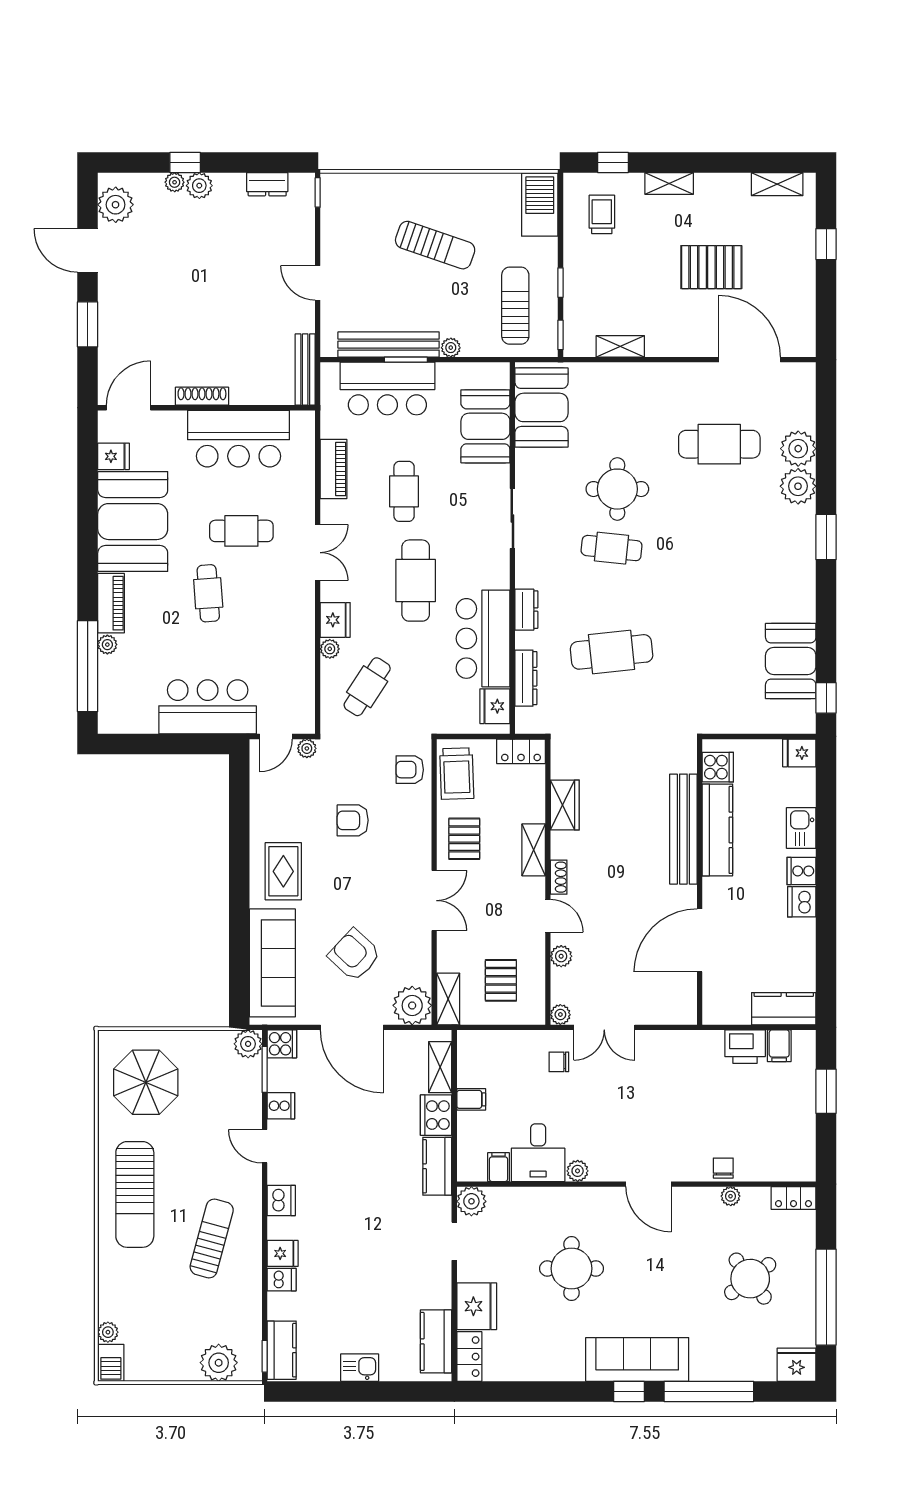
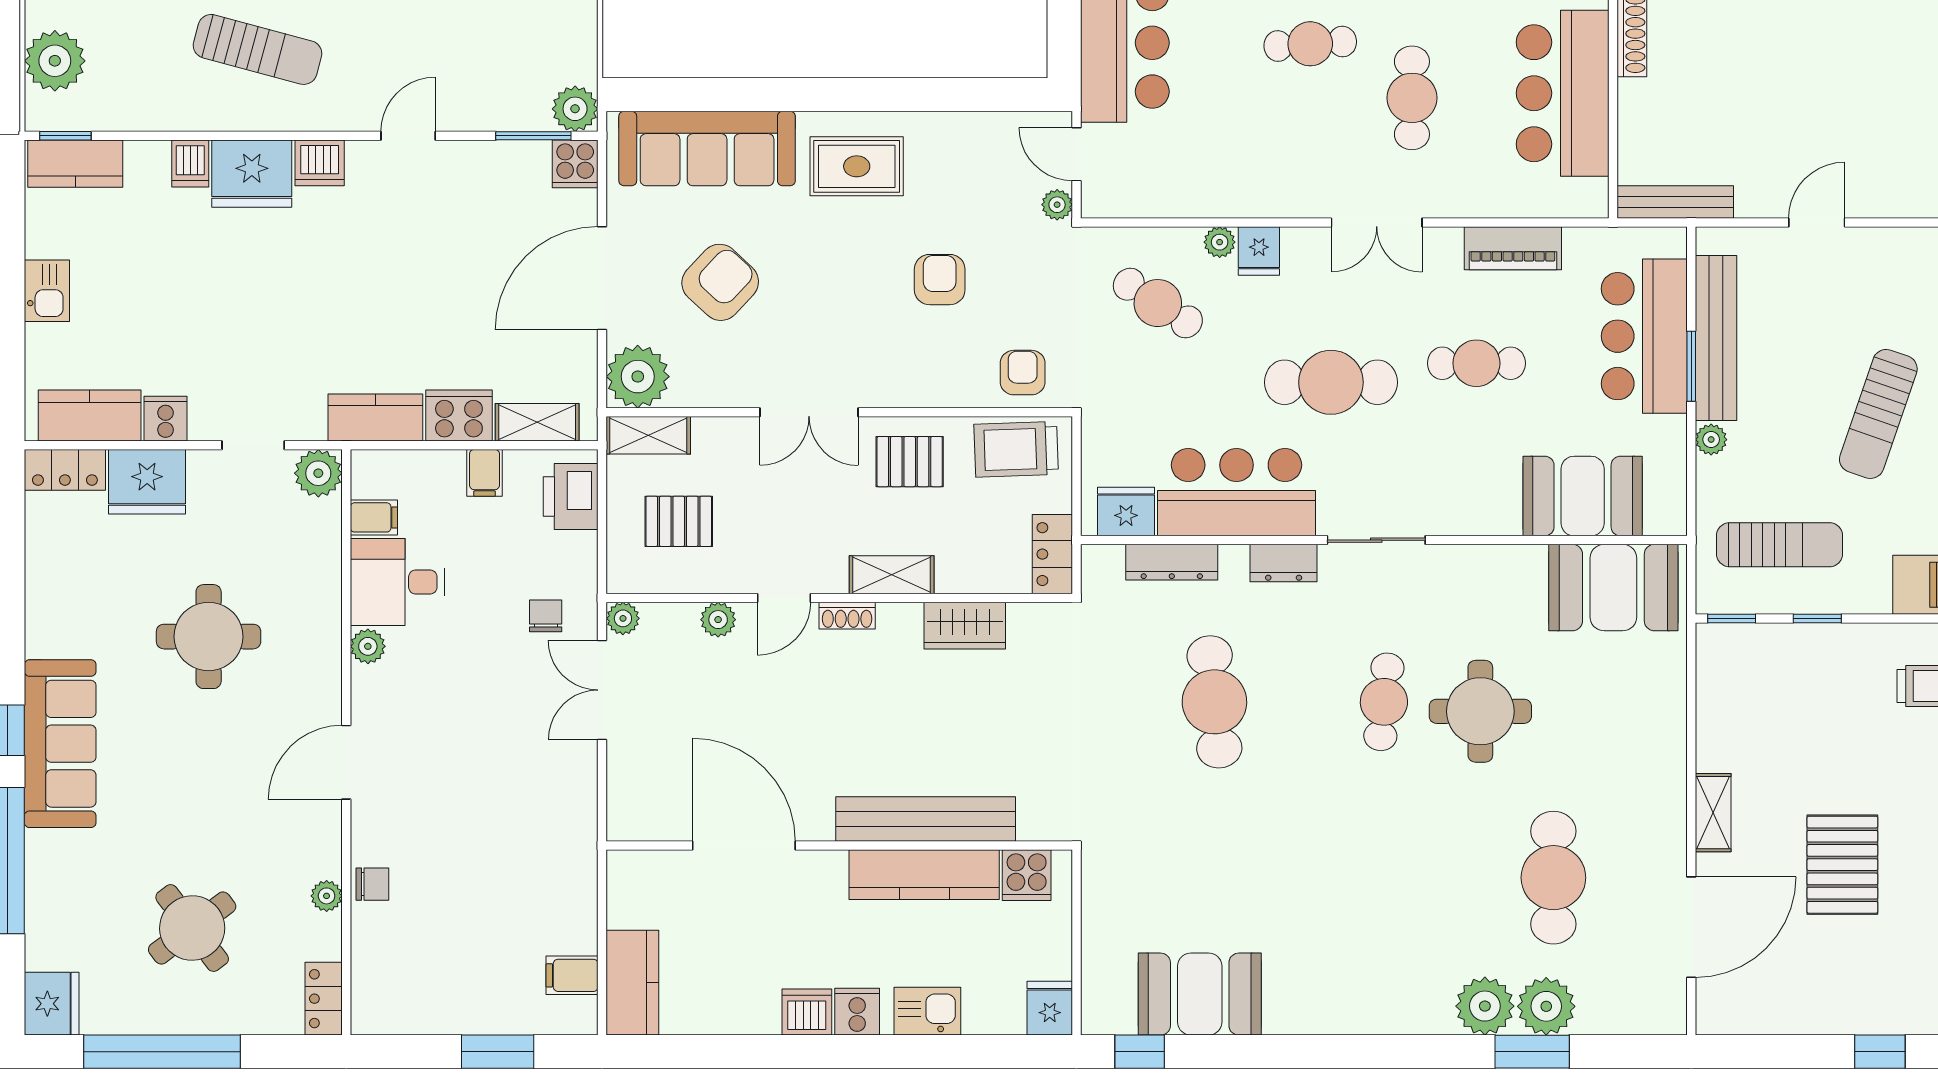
shelving: (620, 346) -> (1713, 813), moved
sliding door: (512, 519) -> (1376, 540), moved
window: (826, 537) -> (1532, 1052), moved
fridge: (335, 620) -> (1259, 251), width x0.72
printer: (745, 1047) -> (571, 496), moved
cooker: (281, 1106) -> (166, 419), moved, turned 180
fridge: (283, 1253) -> (252, 174), width x1.88, depth x1.34

